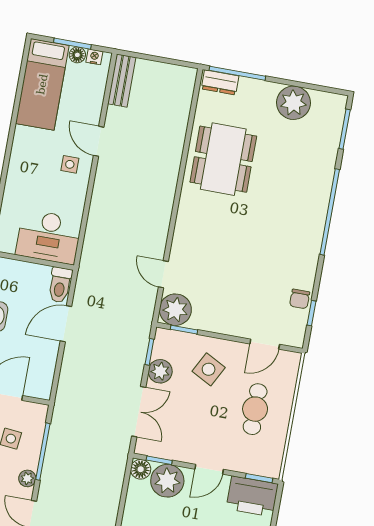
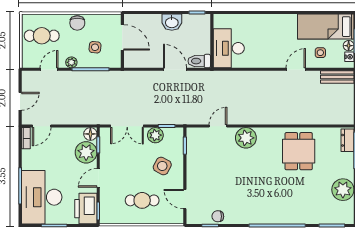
dining table: (223, 159) -> (299, 151), width x0.73
side table: (70, 164) -> (320, 53), moved
plant: (175, 310) -> (246, 138), moved
door: (209, 469) -> (98, 178), hinge flipped

